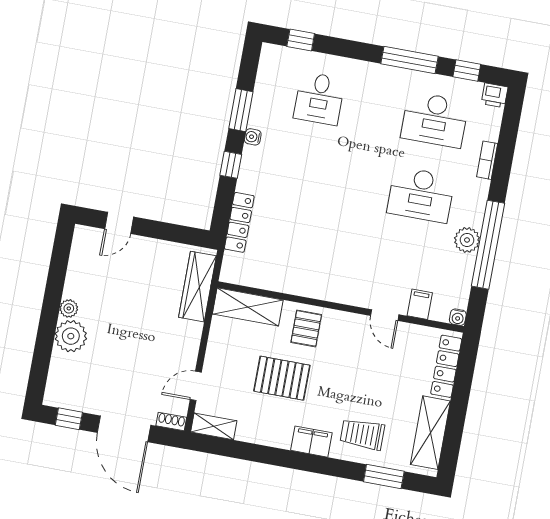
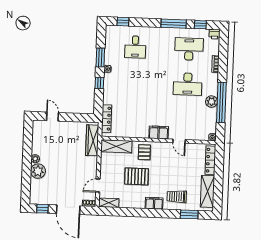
desk: (435, 120) -> (189, 49), turned 180
locker: (239, 222) -> (107, 119), moved
door: (119, 223) -> (52, 117), swing flipped
filing cabinet: (420, 304) -> (159, 132), moved, width x2.00

